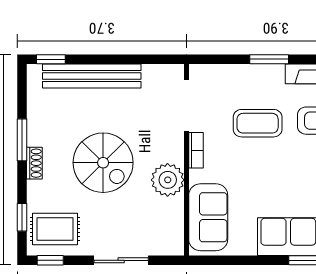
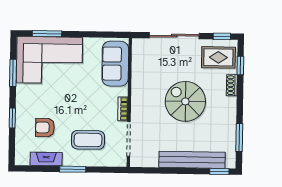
coffee table: (258, 123) -> (88, 140), moved
window: (22, 140) -> (239, 138), moved
shoe rack: (34, 163) -> (232, 85), moved
plant: (168, 180) -> (142, 89), removed
sliding door: (121, 260) -> (174, 36), width x1.37

